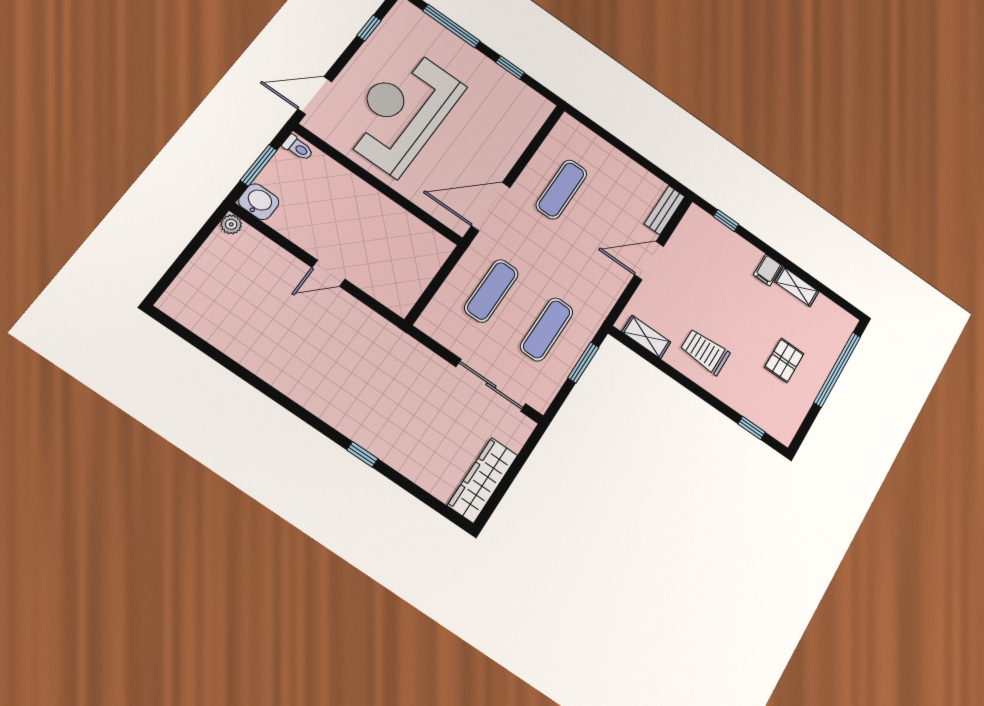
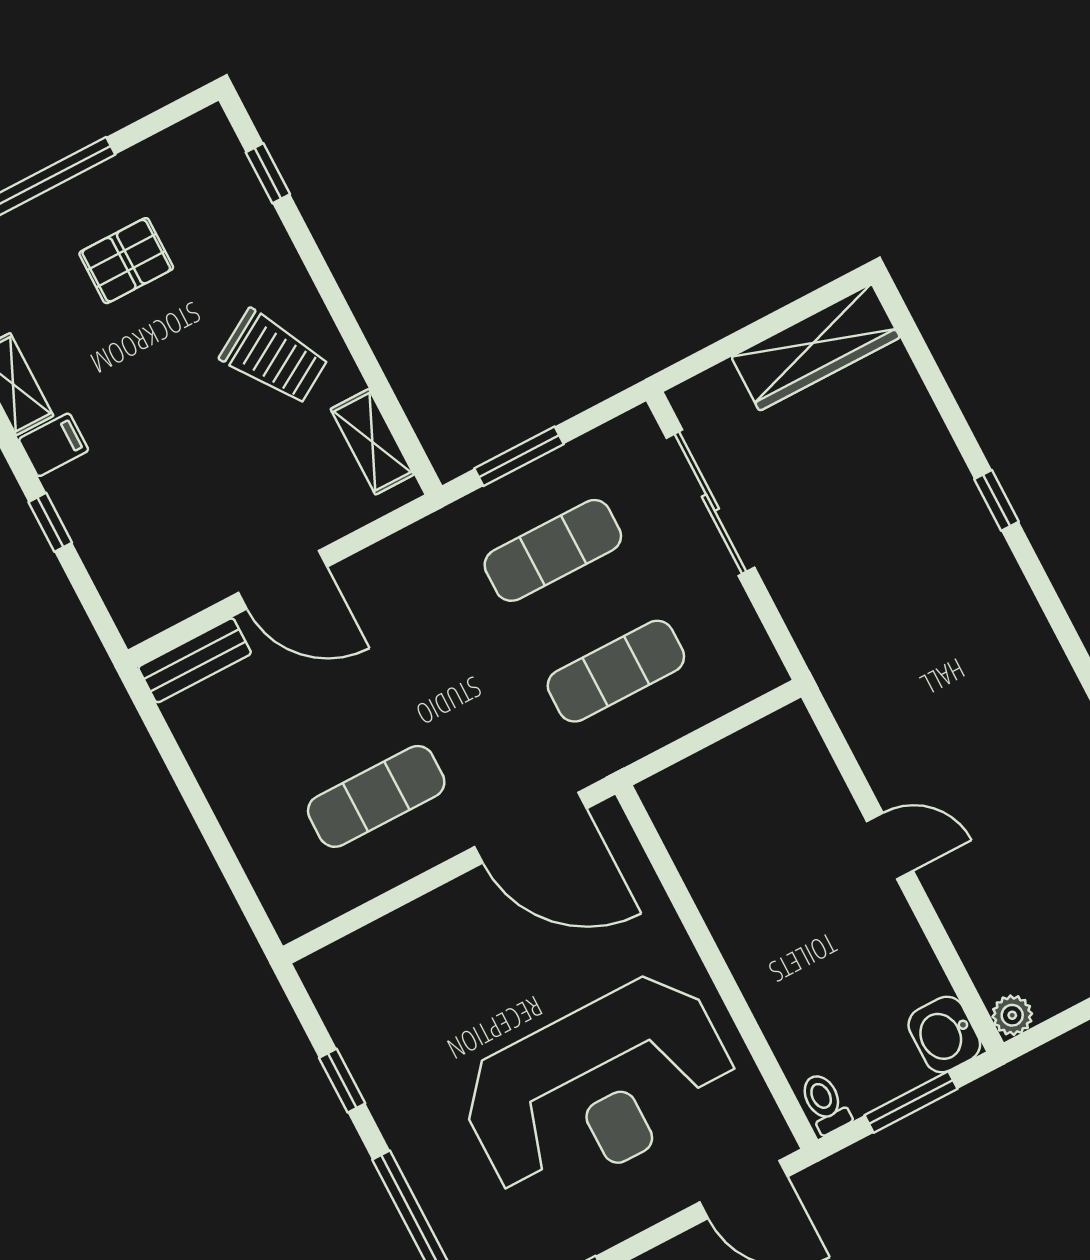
window: (726, 220) -> (50, 522), moved
trolley: (705, 352) -> (274, 357), turned -31

